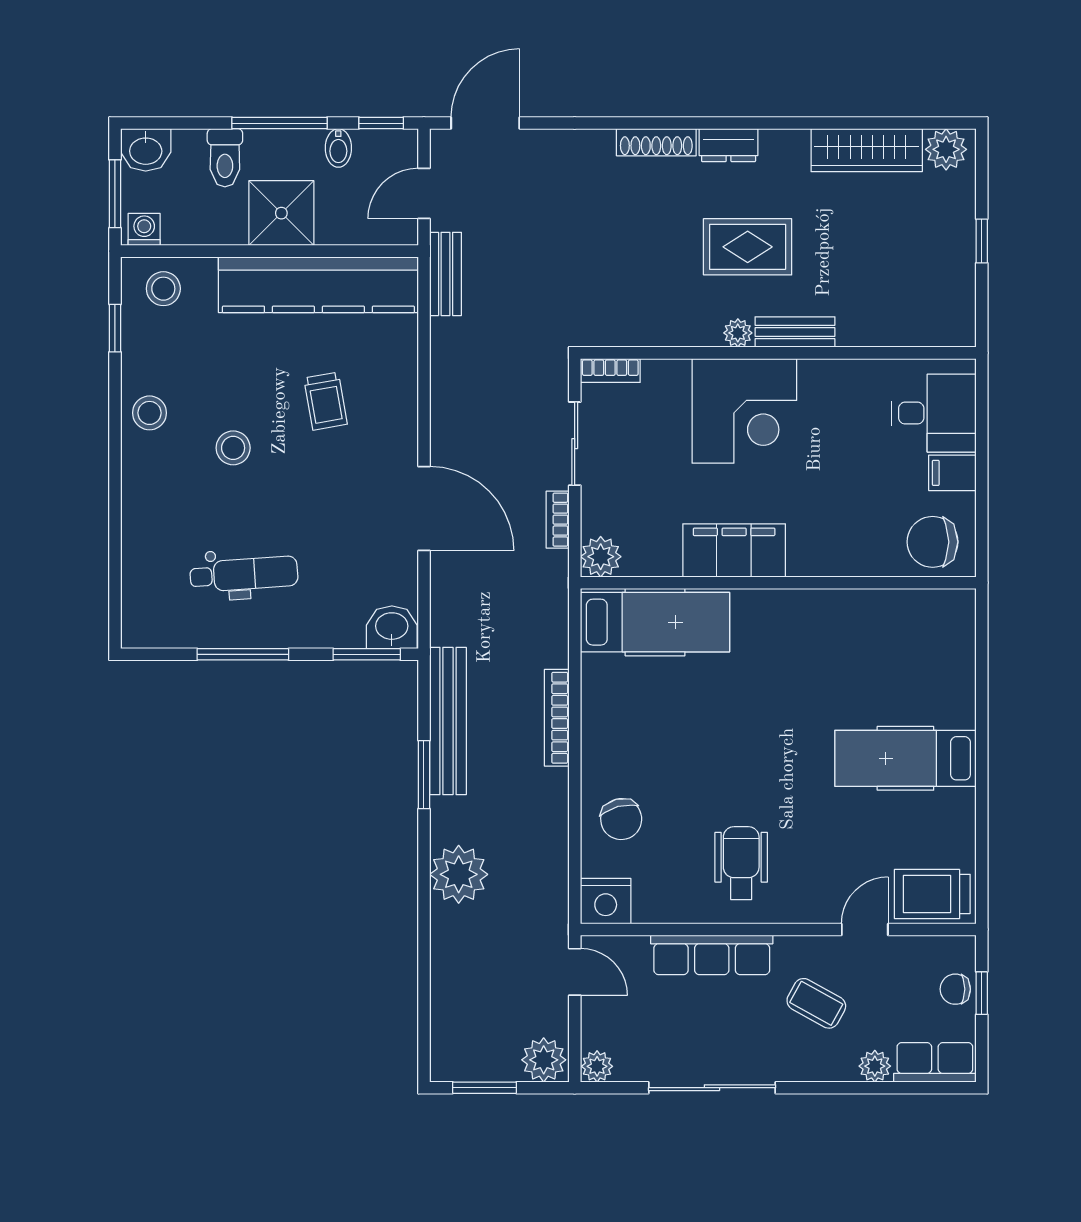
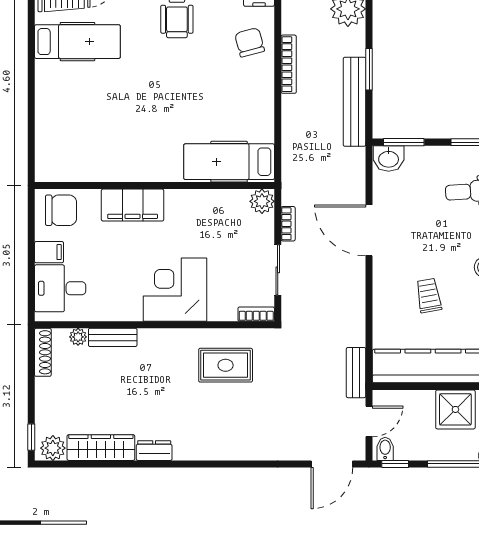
shoe rack: (656, 142) -> (43, 352), moved, turned 90
dresser: (729, 145) -> (154, 451), moved
bidet: (338, 148) -> (385, 449), moved
window: (982, 241) -> (31, 437), moved
rug: (748, 247) -> (226, 365), moved
bench: (795, 332) -> (113, 337), moved
plant: (738, 333) -> (78, 337), moved
filing cabinet: (734, 550) -> (133, 205), moved
bookcase: (557, 718) -> (289, 64), moved
hospital bed: (905, 758) -> (77, 42), moved

